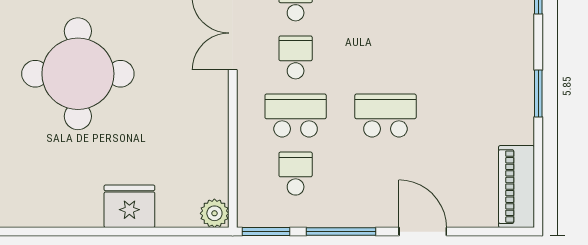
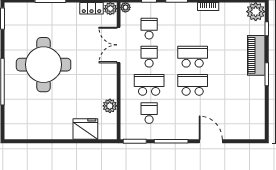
school desk: (385, 57) -> (193, 57), added
piano: (517, 187) -> (256, 55), moved
fridge: (129, 206) -> (85, 129), moved
plant: (214, 213) -> (110, 106), moved

